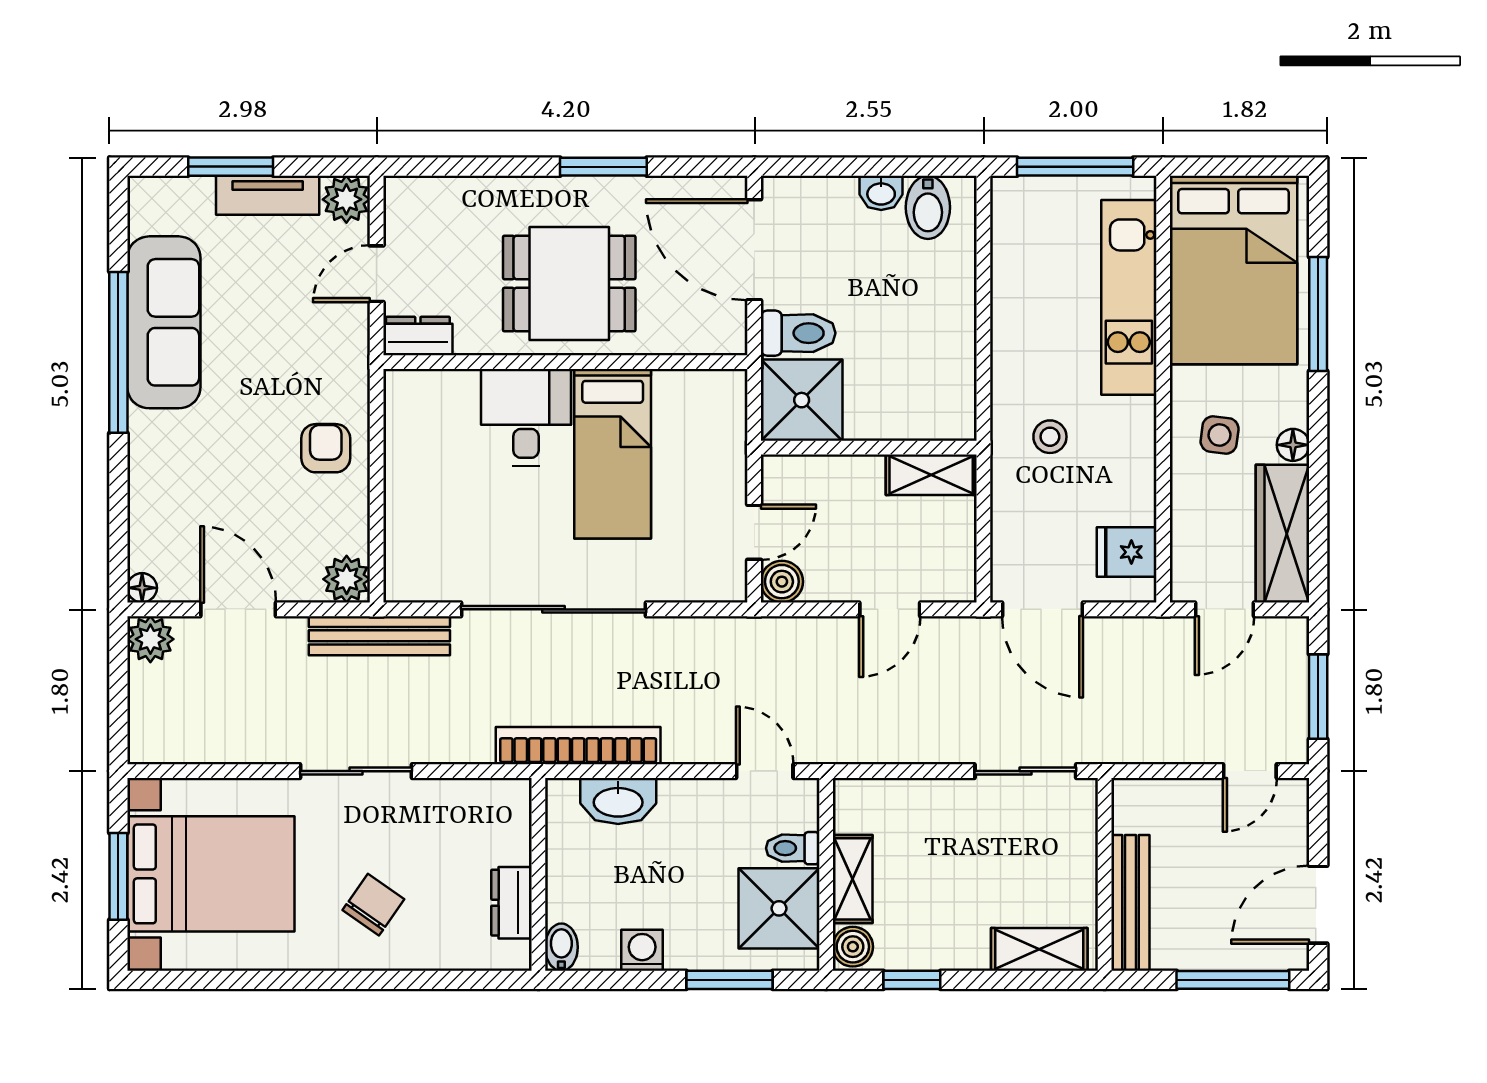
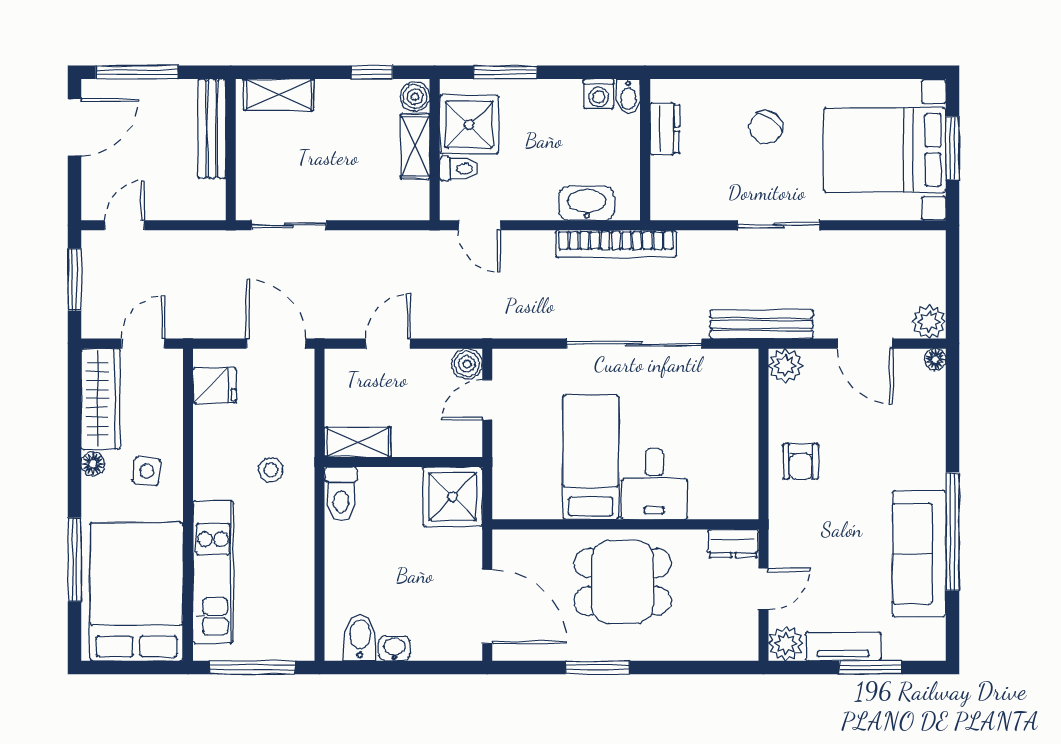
toilet: (798, 333) -> (341, 494), moved, turned -90
washing machine: (642, 950) -> (599, 94), moved

